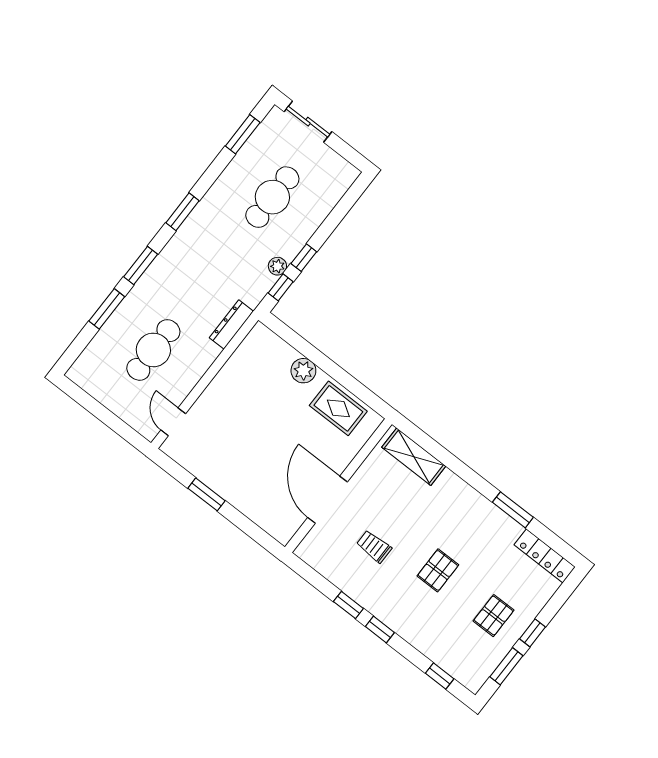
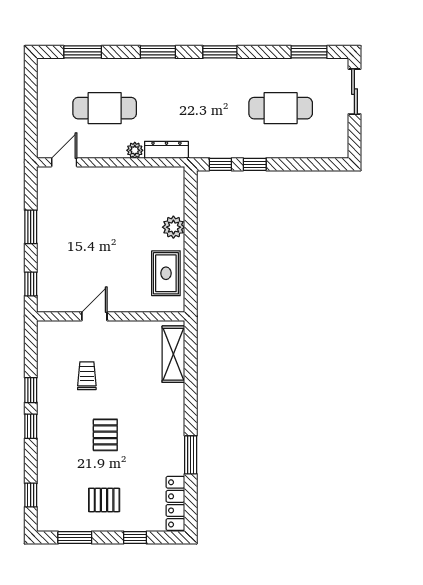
plant: (277, 266) -> (135, 150), moved
window: (107, 309) -> (83, 52), moved
door: (327, 500) -> (94, 316), width x0.53
window: (256, 533) -> (31, 284), added
pallet: (438, 570) -> (105, 435), turned 90
window: (532, 633) -> (135, 537), moved

